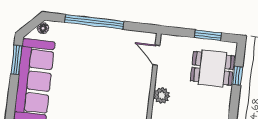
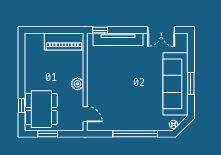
window: (16, 60) -> (191, 83), moved
dining table: (212, 68) -> (41, 109), width x1.38

